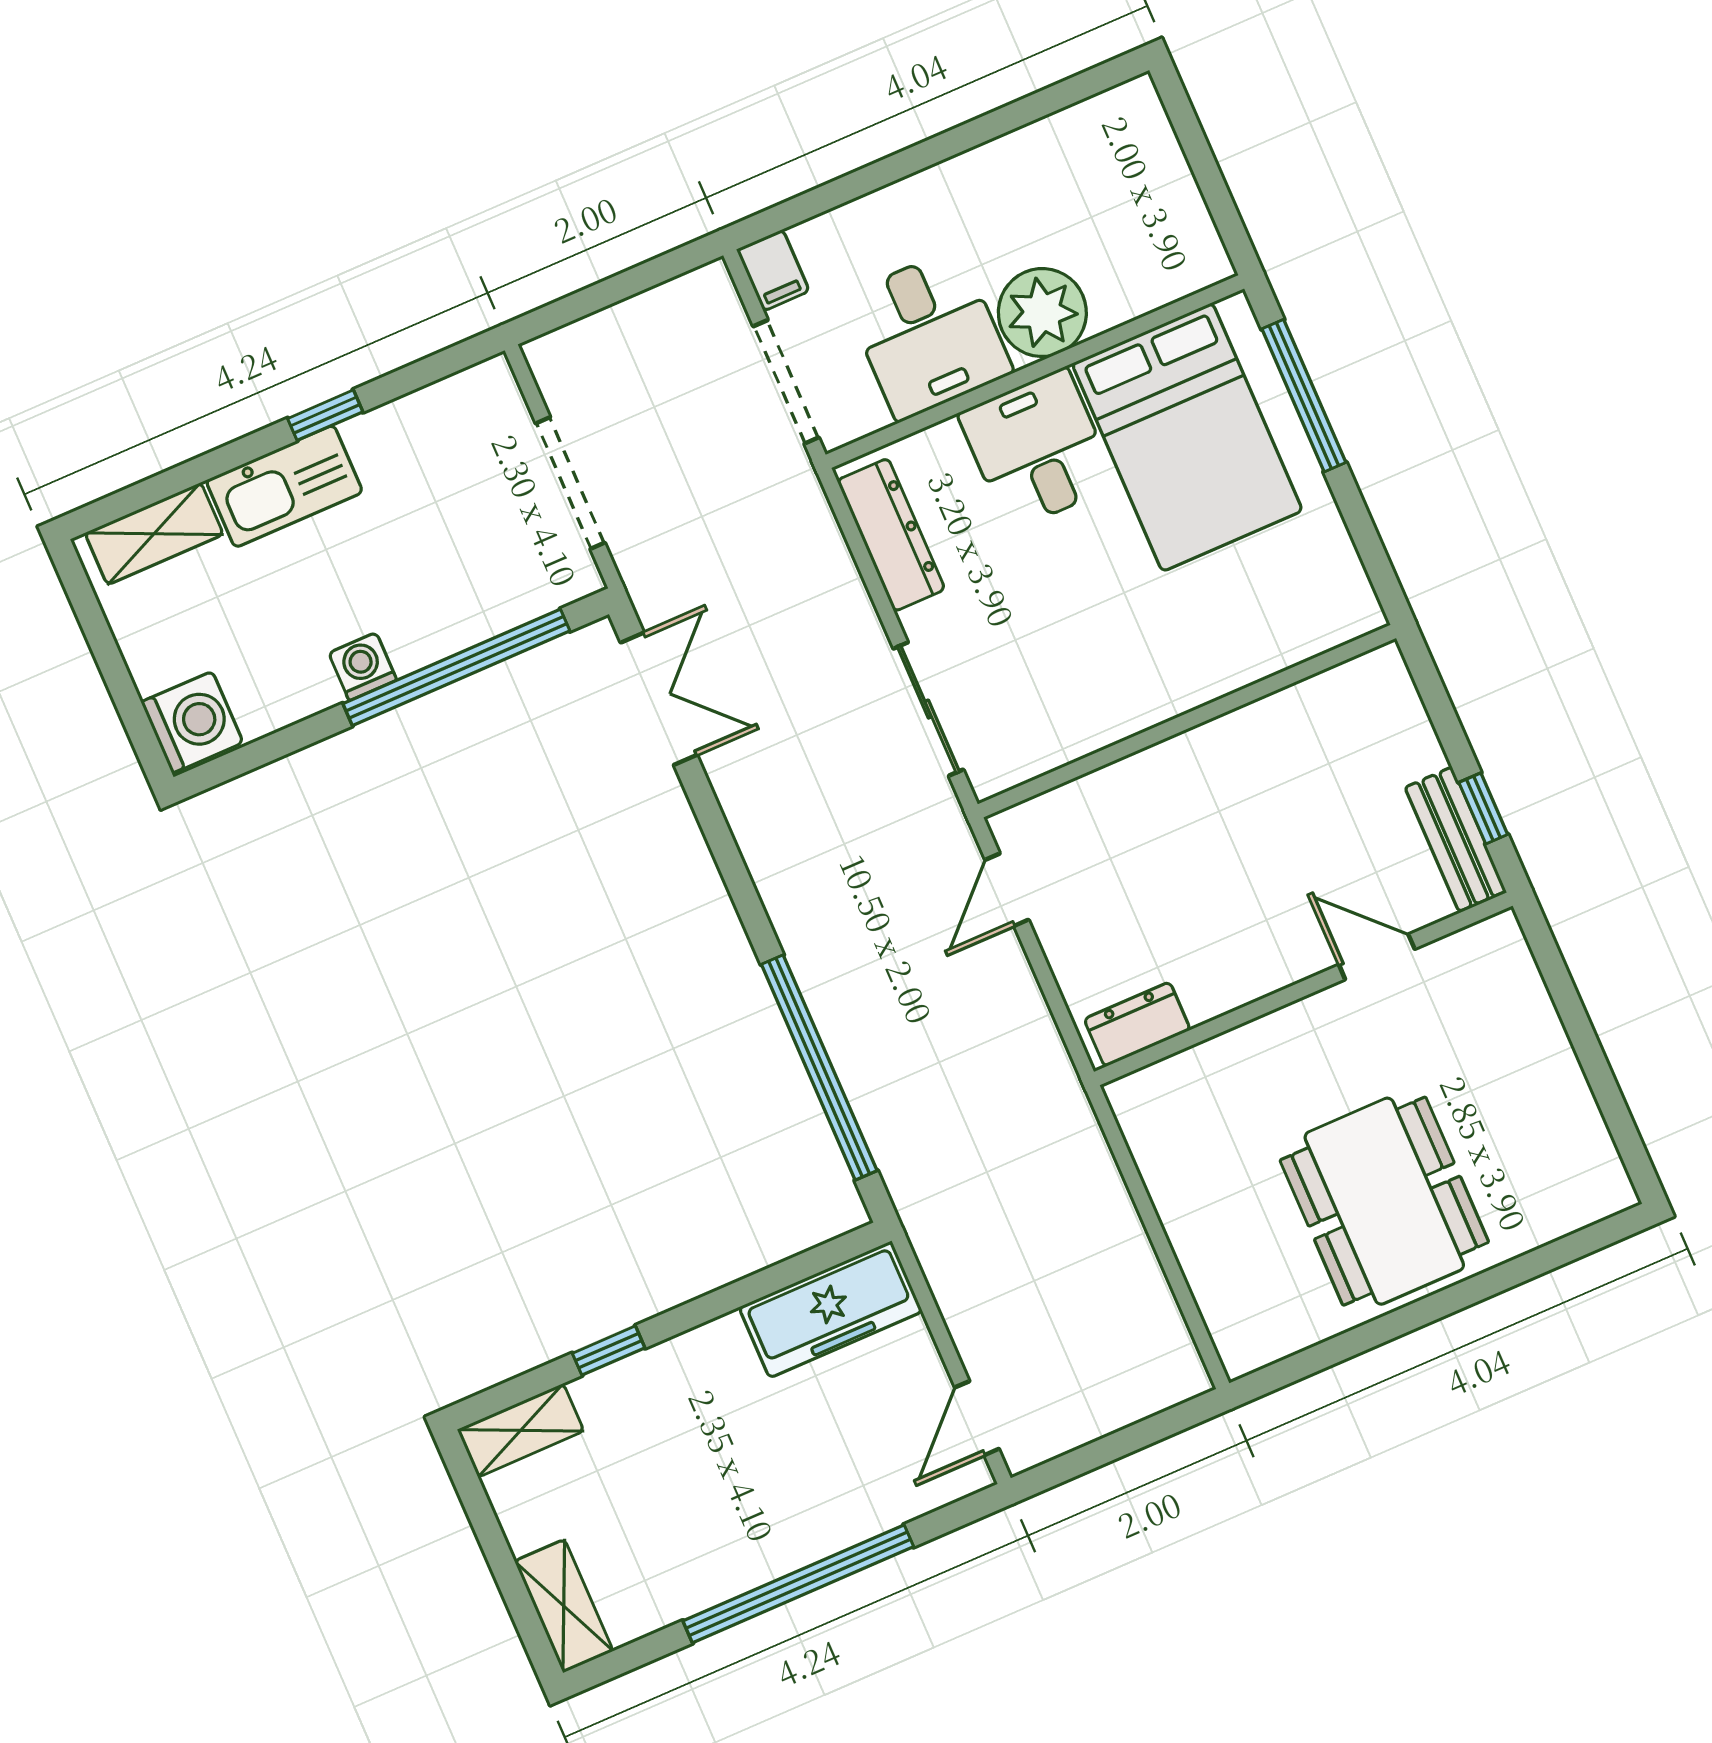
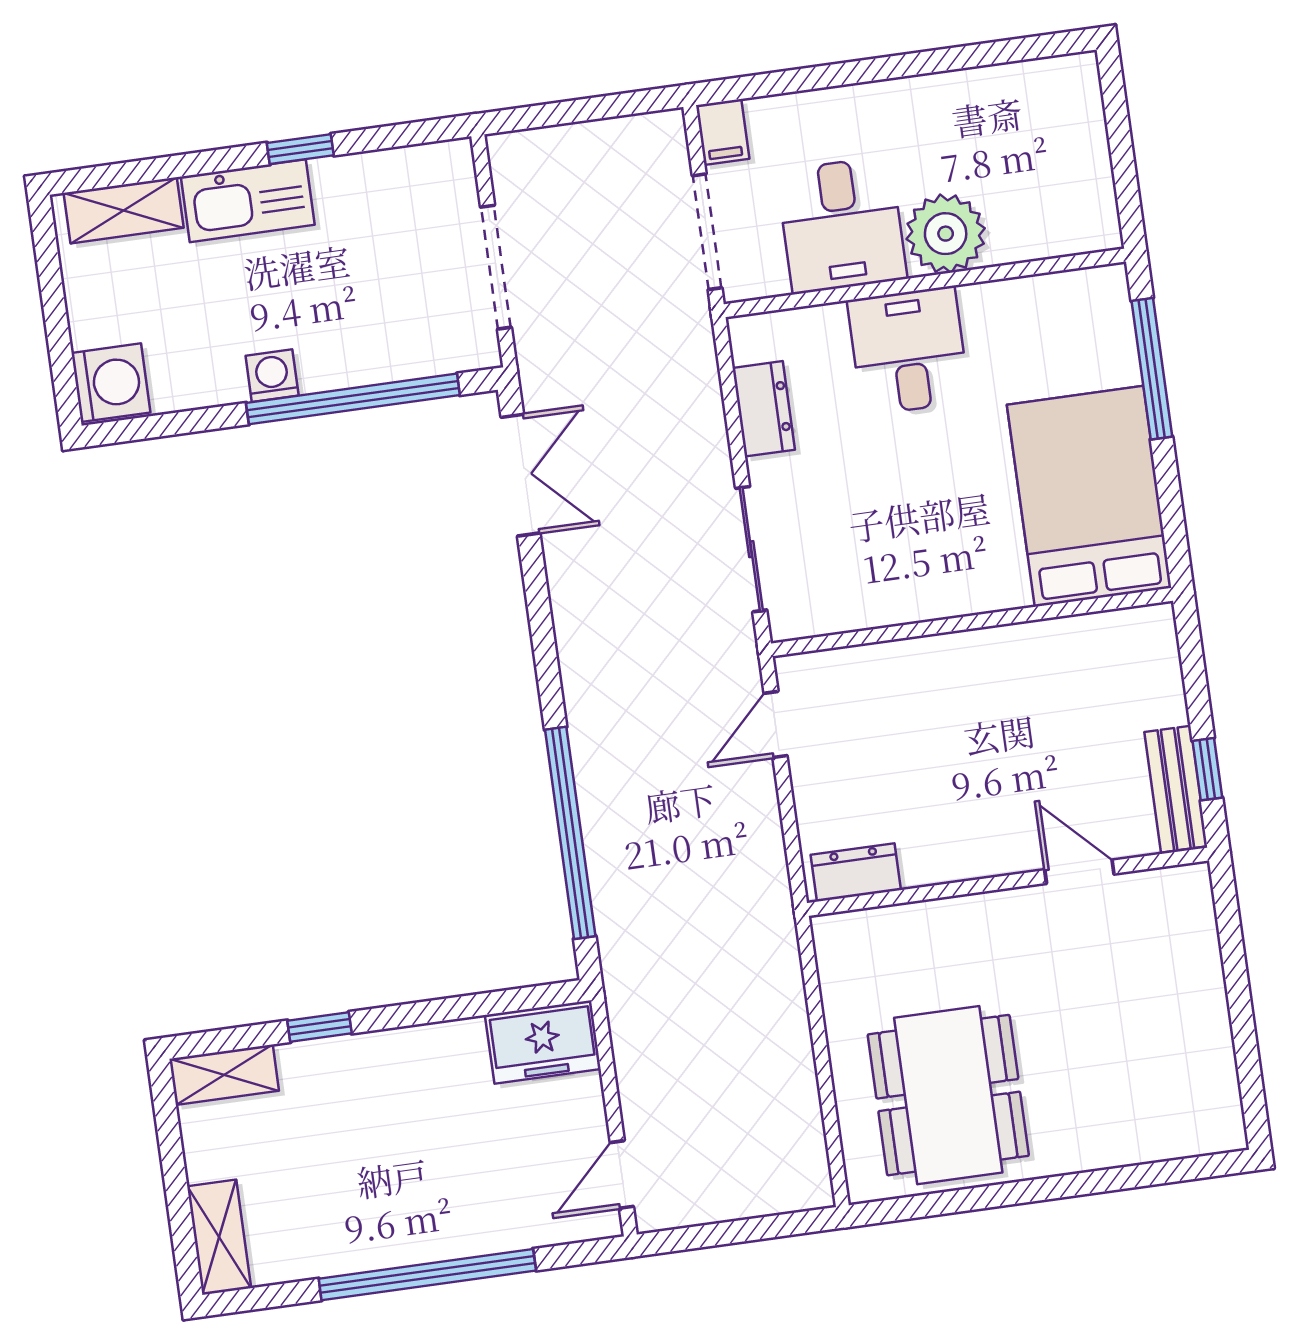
bed: (1187, 437) -> (1089, 496), moved, turned 180
dresser: (891, 535) -> (764, 409), width x0.70
dining table: (1384, 1201) -> (948, 1095), moved
freezer: (831, 1309) -> (543, 1042), width x0.71

